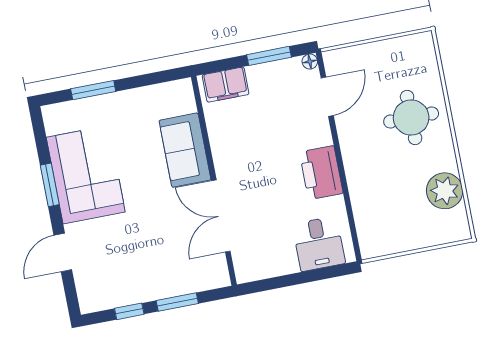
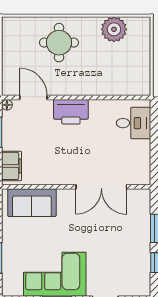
sofa: (185, 150) -> (32, 203), moved
printer: (321, 173) -> (71, 112), moved

